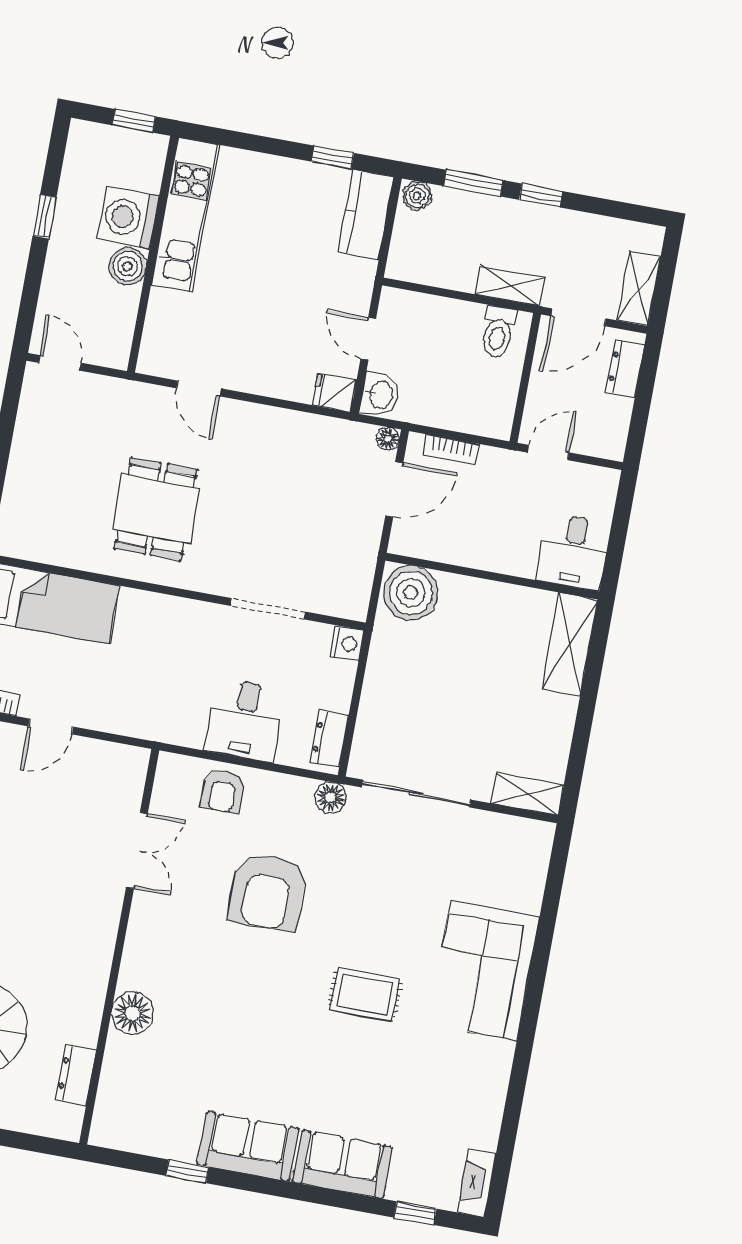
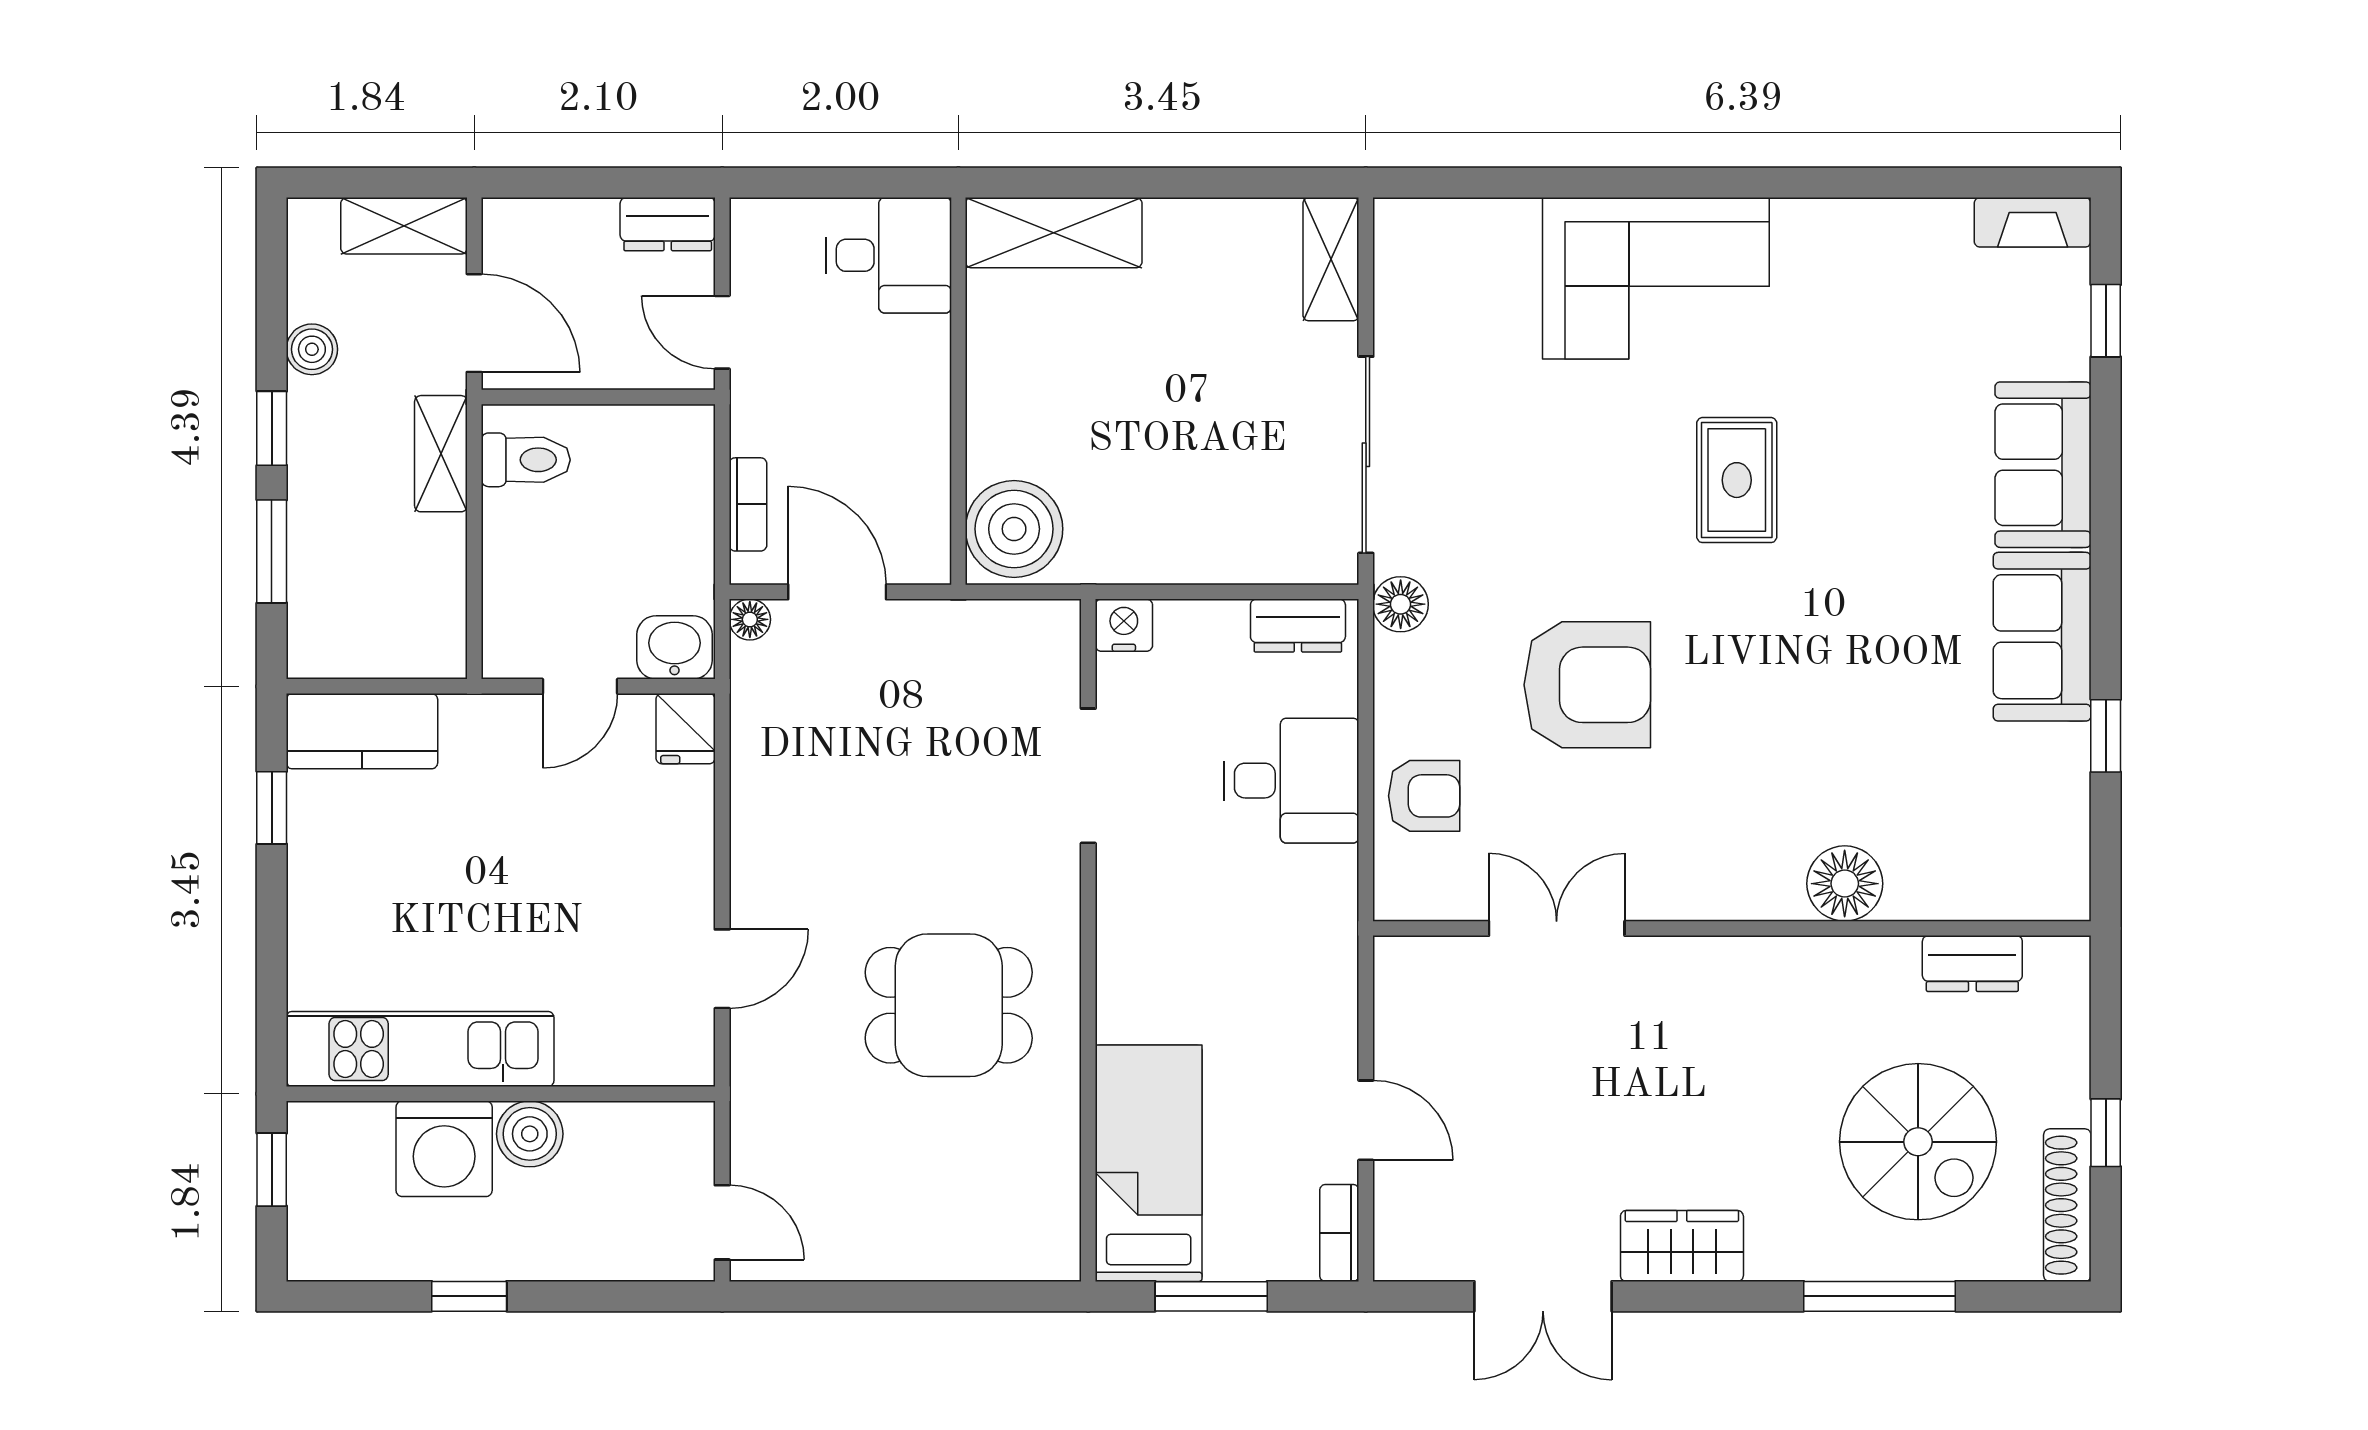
boiler: (417, 196) -> (312, 349), moved
door: (60, 363) -> (722, 1222), swing flipped
dresser: (625, 368) -> (668, 224), moved

